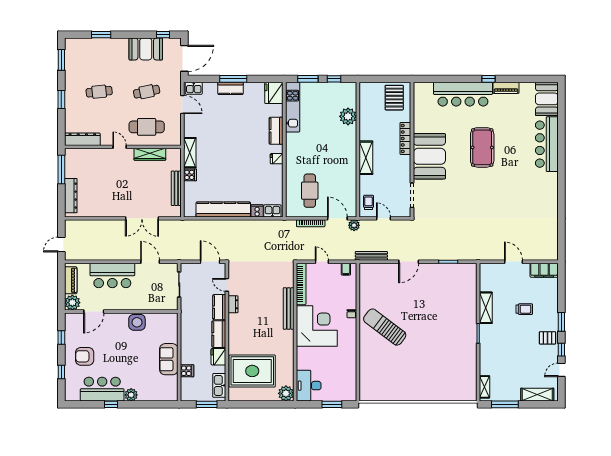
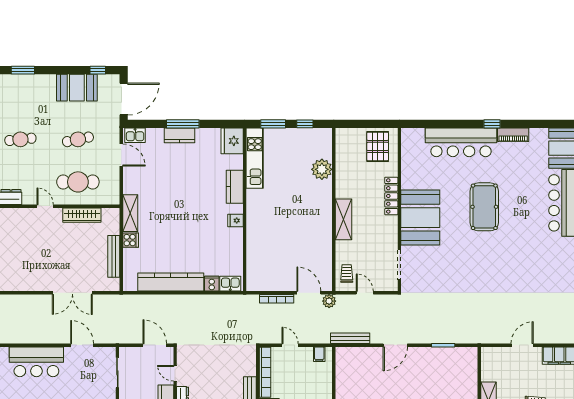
cafe table: (310, 191) -> (275, 259), removed
door: (513, 262) -> (522, 345), hinge flipped

